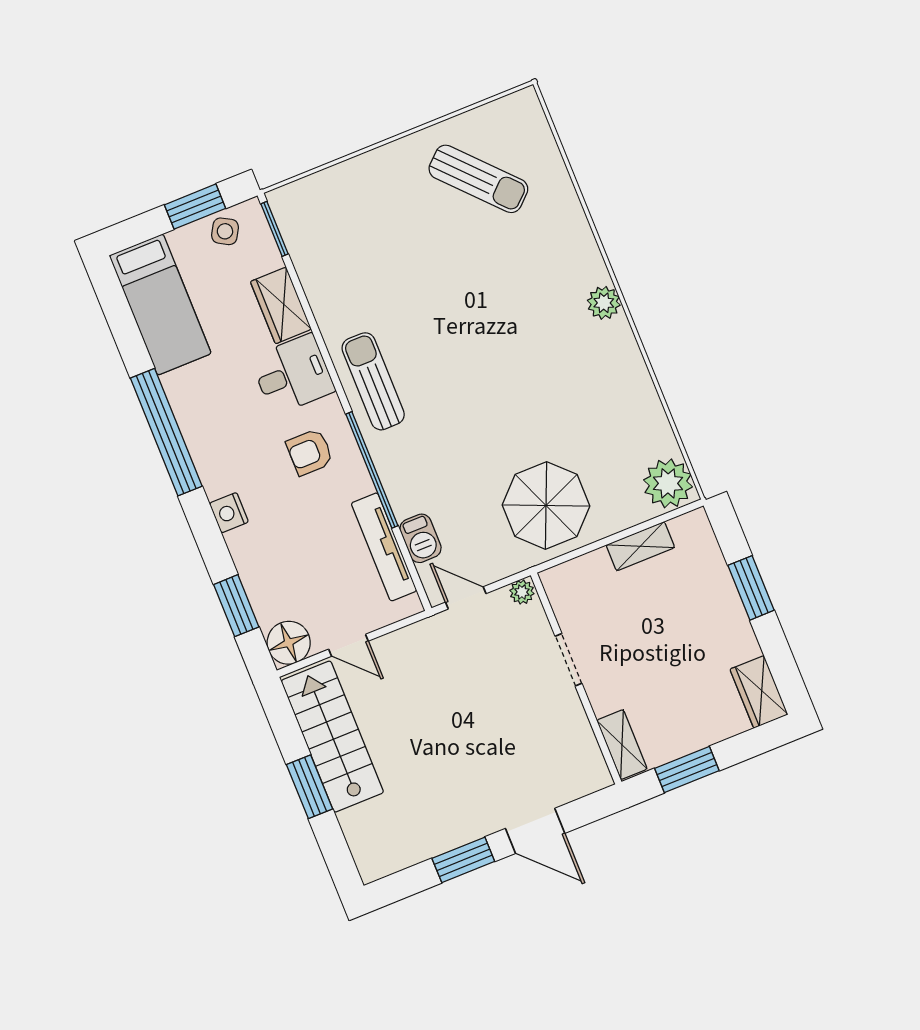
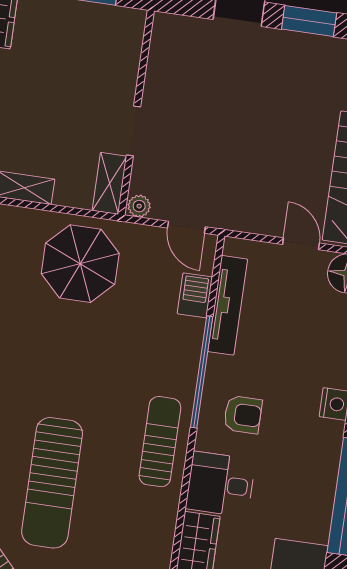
sun lounger: (452, 283) -> (52, 483), added
sun lounger: (373, 381) -> (160, 442), turned 180
shelving: (622, 745) -> (109, 183), moved

